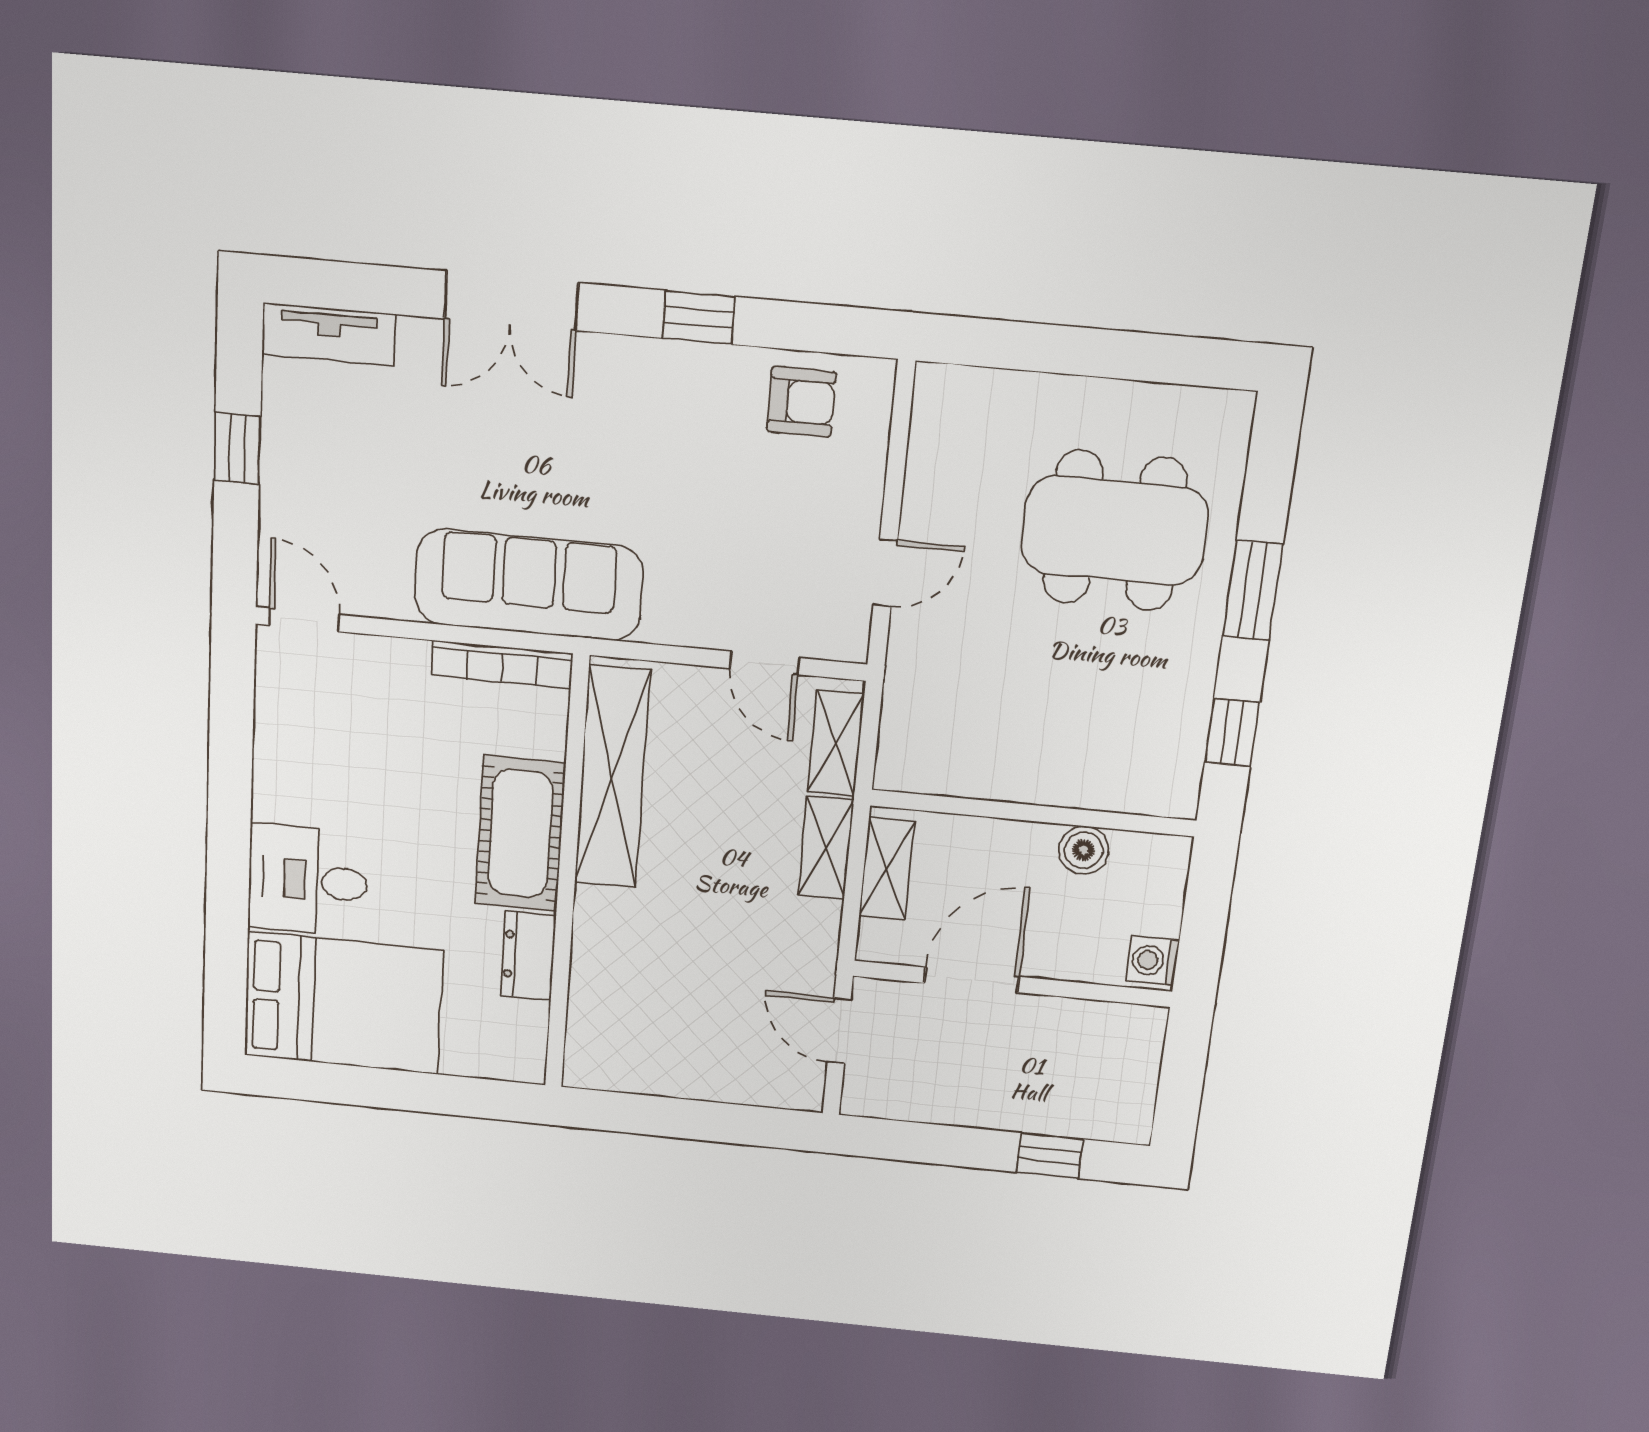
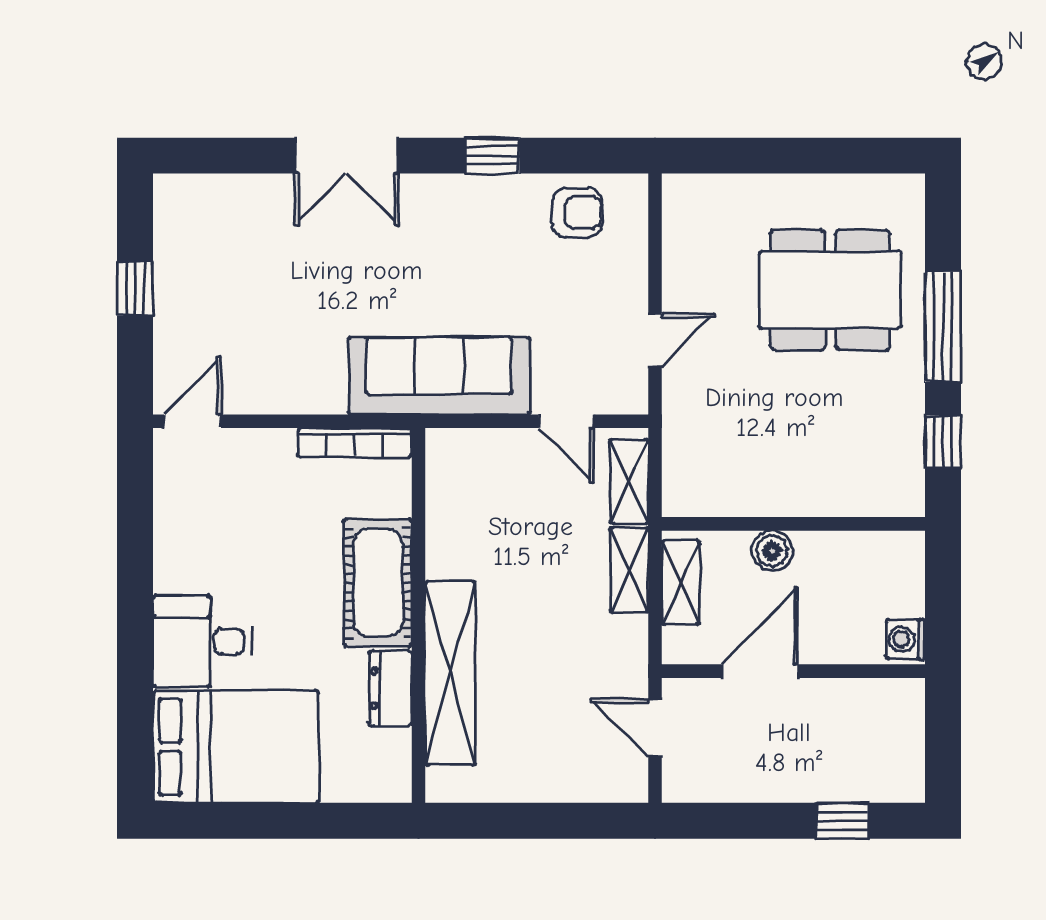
tv unit: (329, 334) -> (205, 193), removed
sofa: (529, 585) -> (439, 376), moved
window: (1253, 590) -> (943, 327), width x1.44
door: (304, 620) -> (193, 421), hinge flipped
shelving: (612, 777) -> (450, 673), moved
boiler: (1084, 850) -> (772, 551), moved

